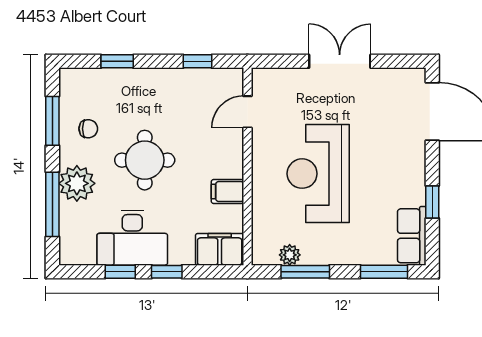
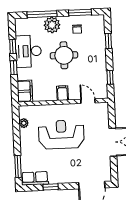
filing cabinet: (227, 192) -> (62, 93), moved
window: (305, 272) -> (16, 131), removed

